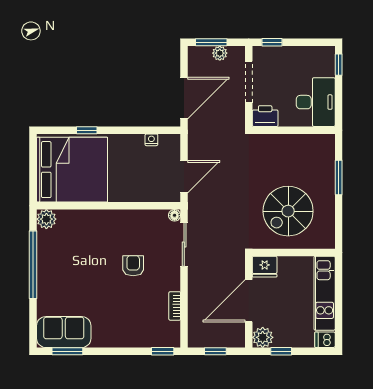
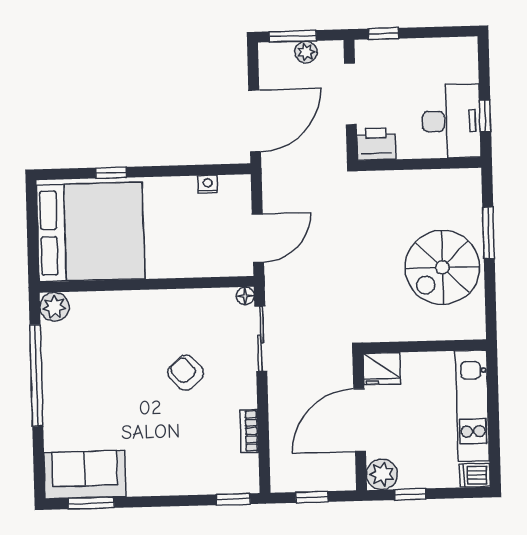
window: (339, 65) -> (485, 116), moved
spiral stairs: (288, 211) -> (442, 267), moved
armchair: (133, 266) -> (186, 373), turned -42

